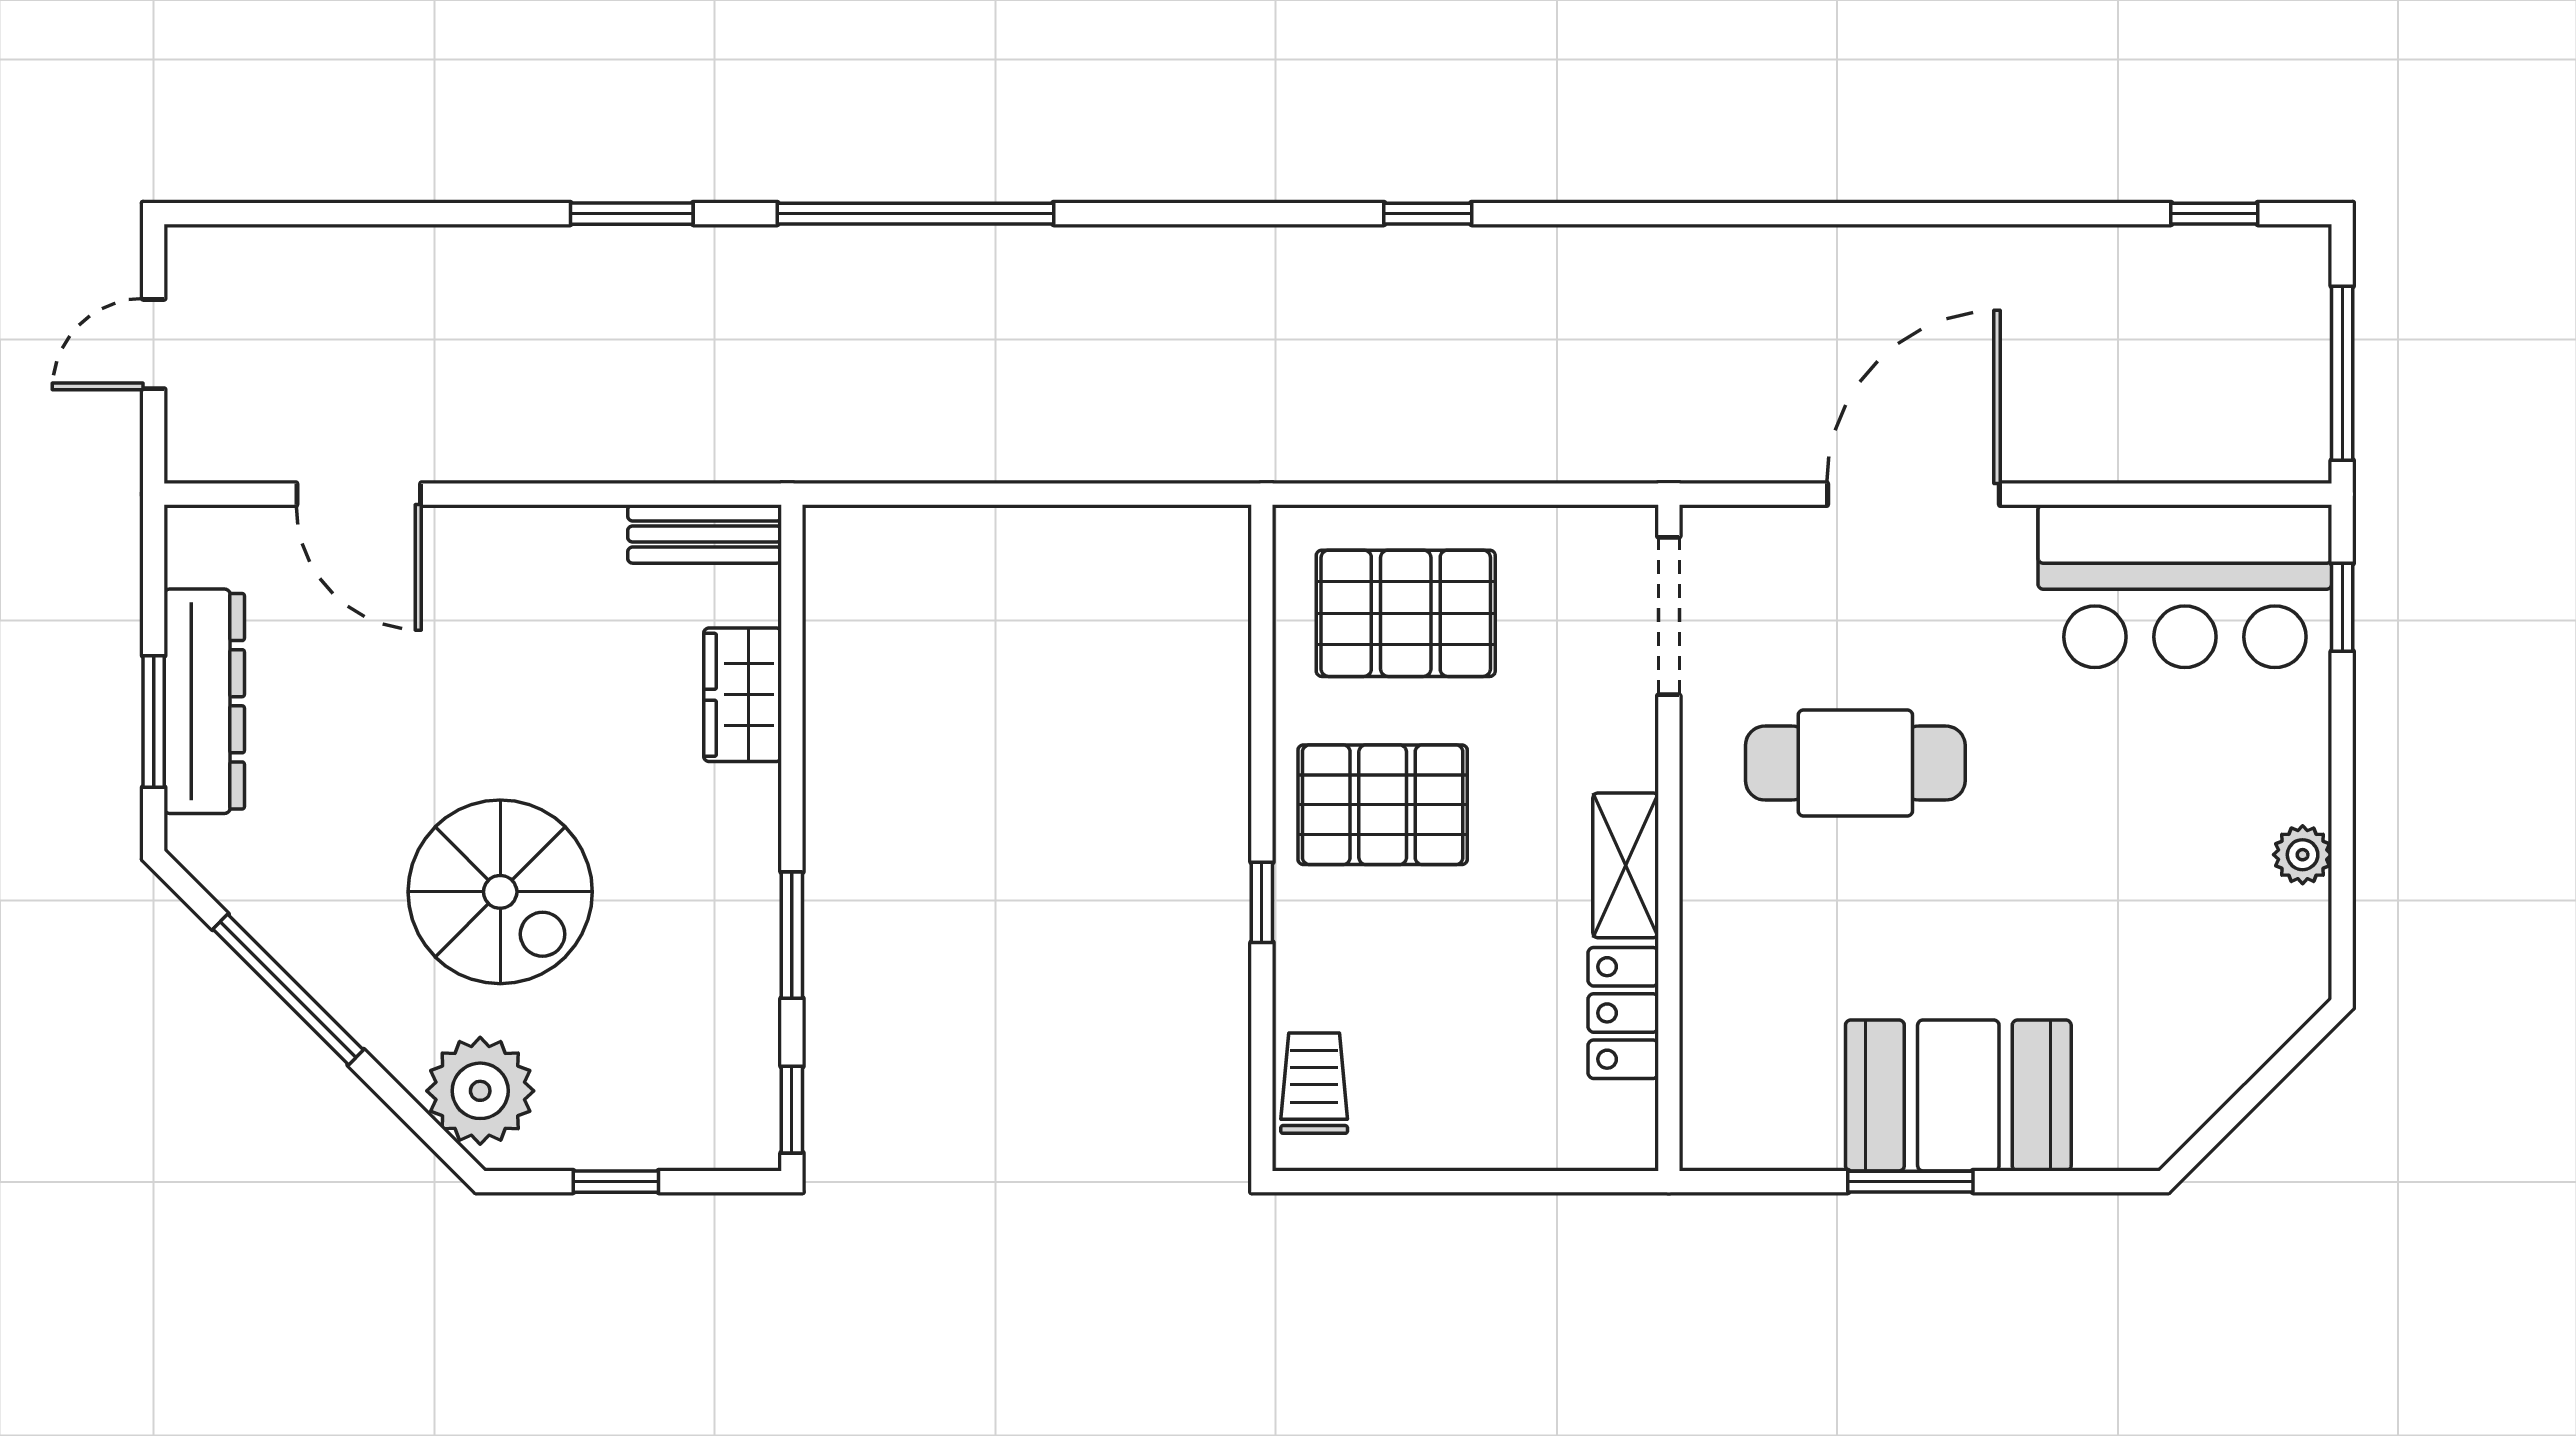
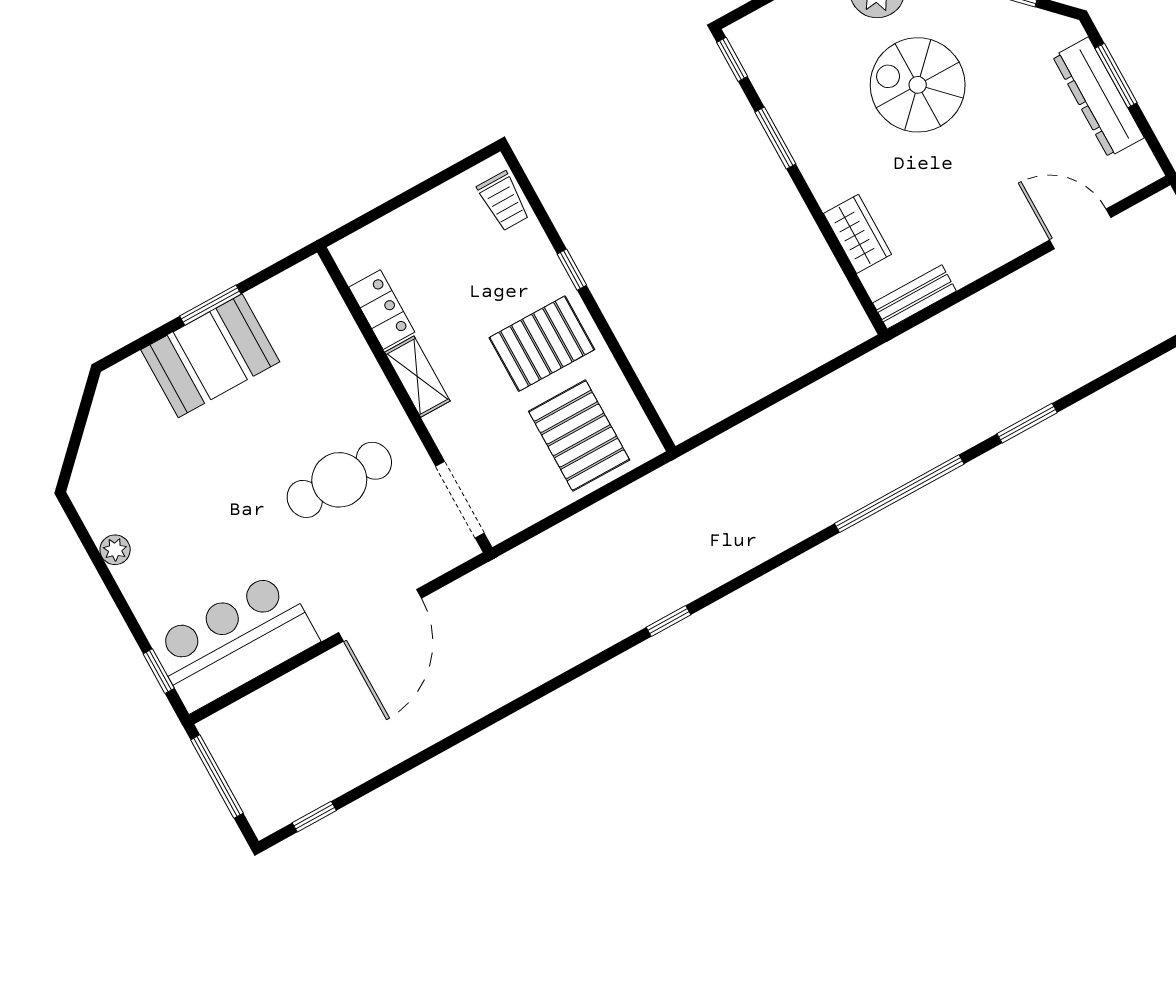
pallet: (1406, 613) -> (579, 436), turned 90

